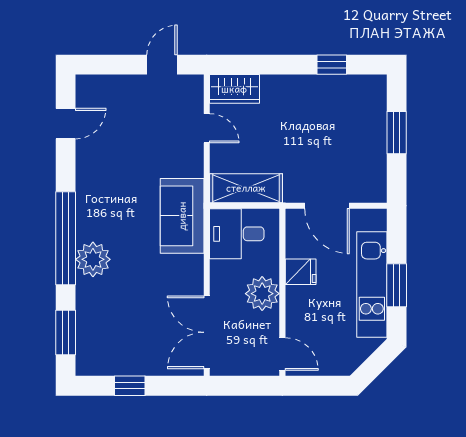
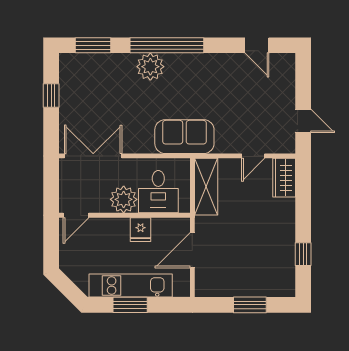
desk: (237, 234) -> (158, 192), moved, turned 180

